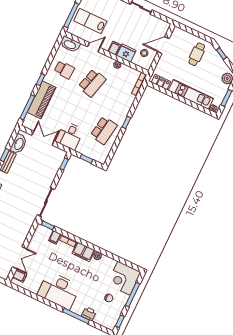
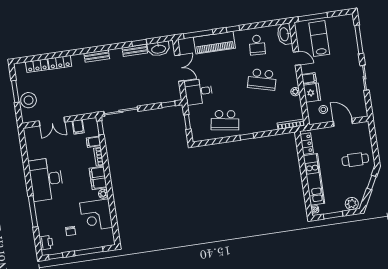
filing cabinet: (20, 276) -> (78, 127), moved
corner desk: (124, 278) -> (96, 215), moved, turned -90
printer: (89, 314) -> (46, 242), moved

